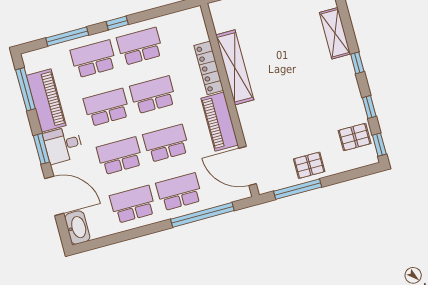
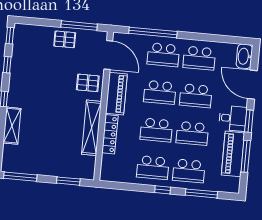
window: (25, 89) -> (246, 156), moved
pallet: (355, 137) -> (88, 83), moved

